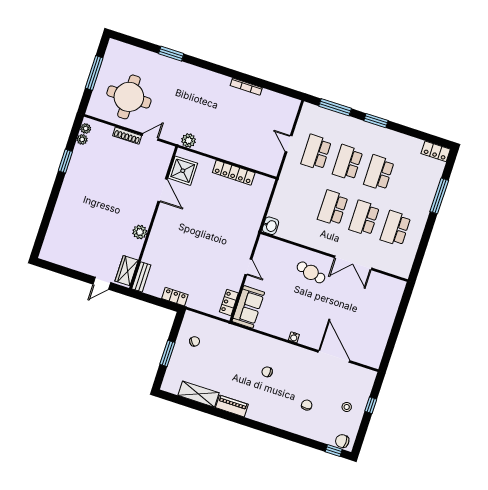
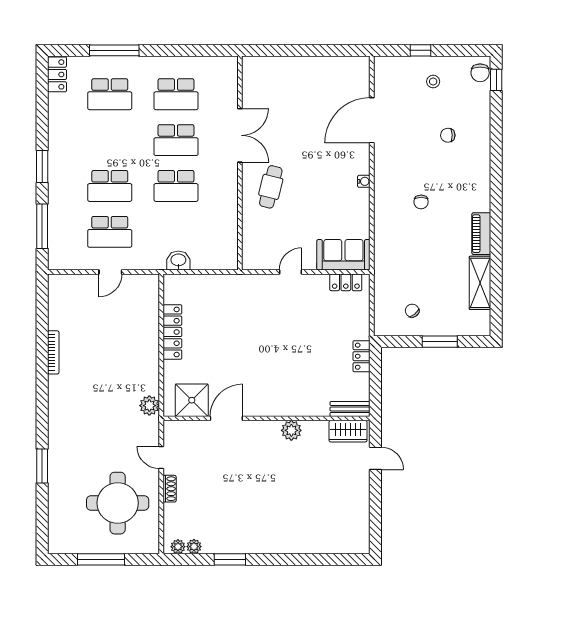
shoe rack: (127, 136) -> (170, 489), width x0.70
school desk: (379, 173) -> (110, 94), moved
washbasin: (270, 226) -> (178, 260), moved

